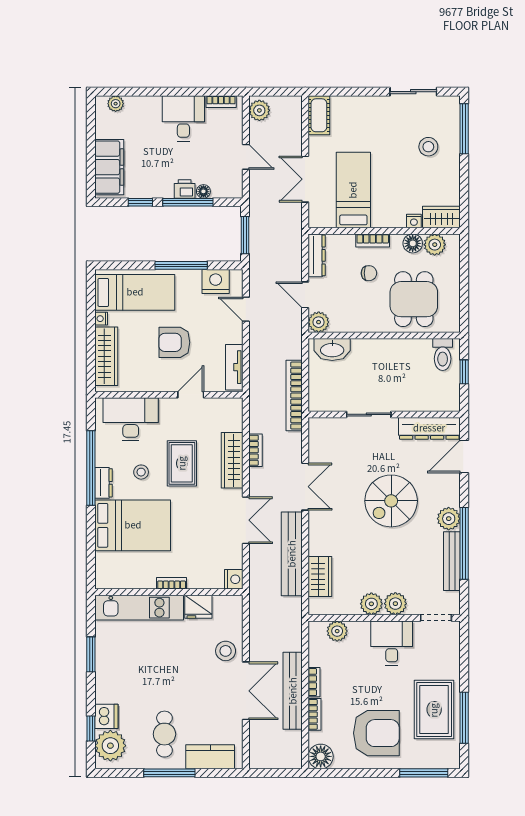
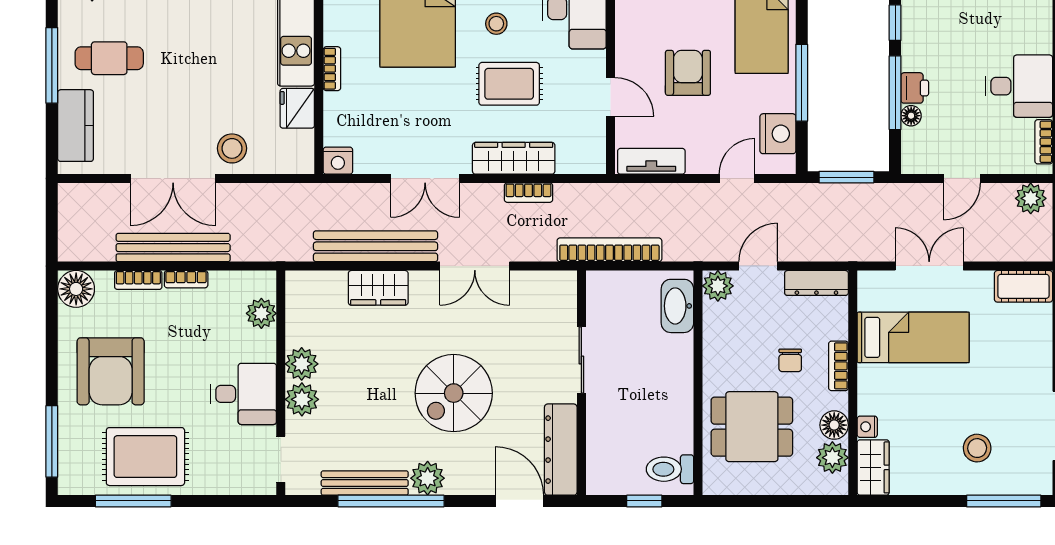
spiral stairs: (391, 501) -> (454, 393), turned -90
wardrobe: (320, 576) -> (378, 288), moved

